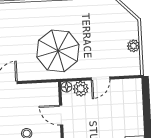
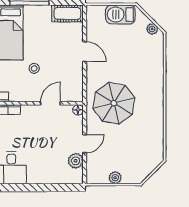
door: (101, 79) -> (85, 144), swing flipped
plant: (81, 89) -> (76, 161), moved

